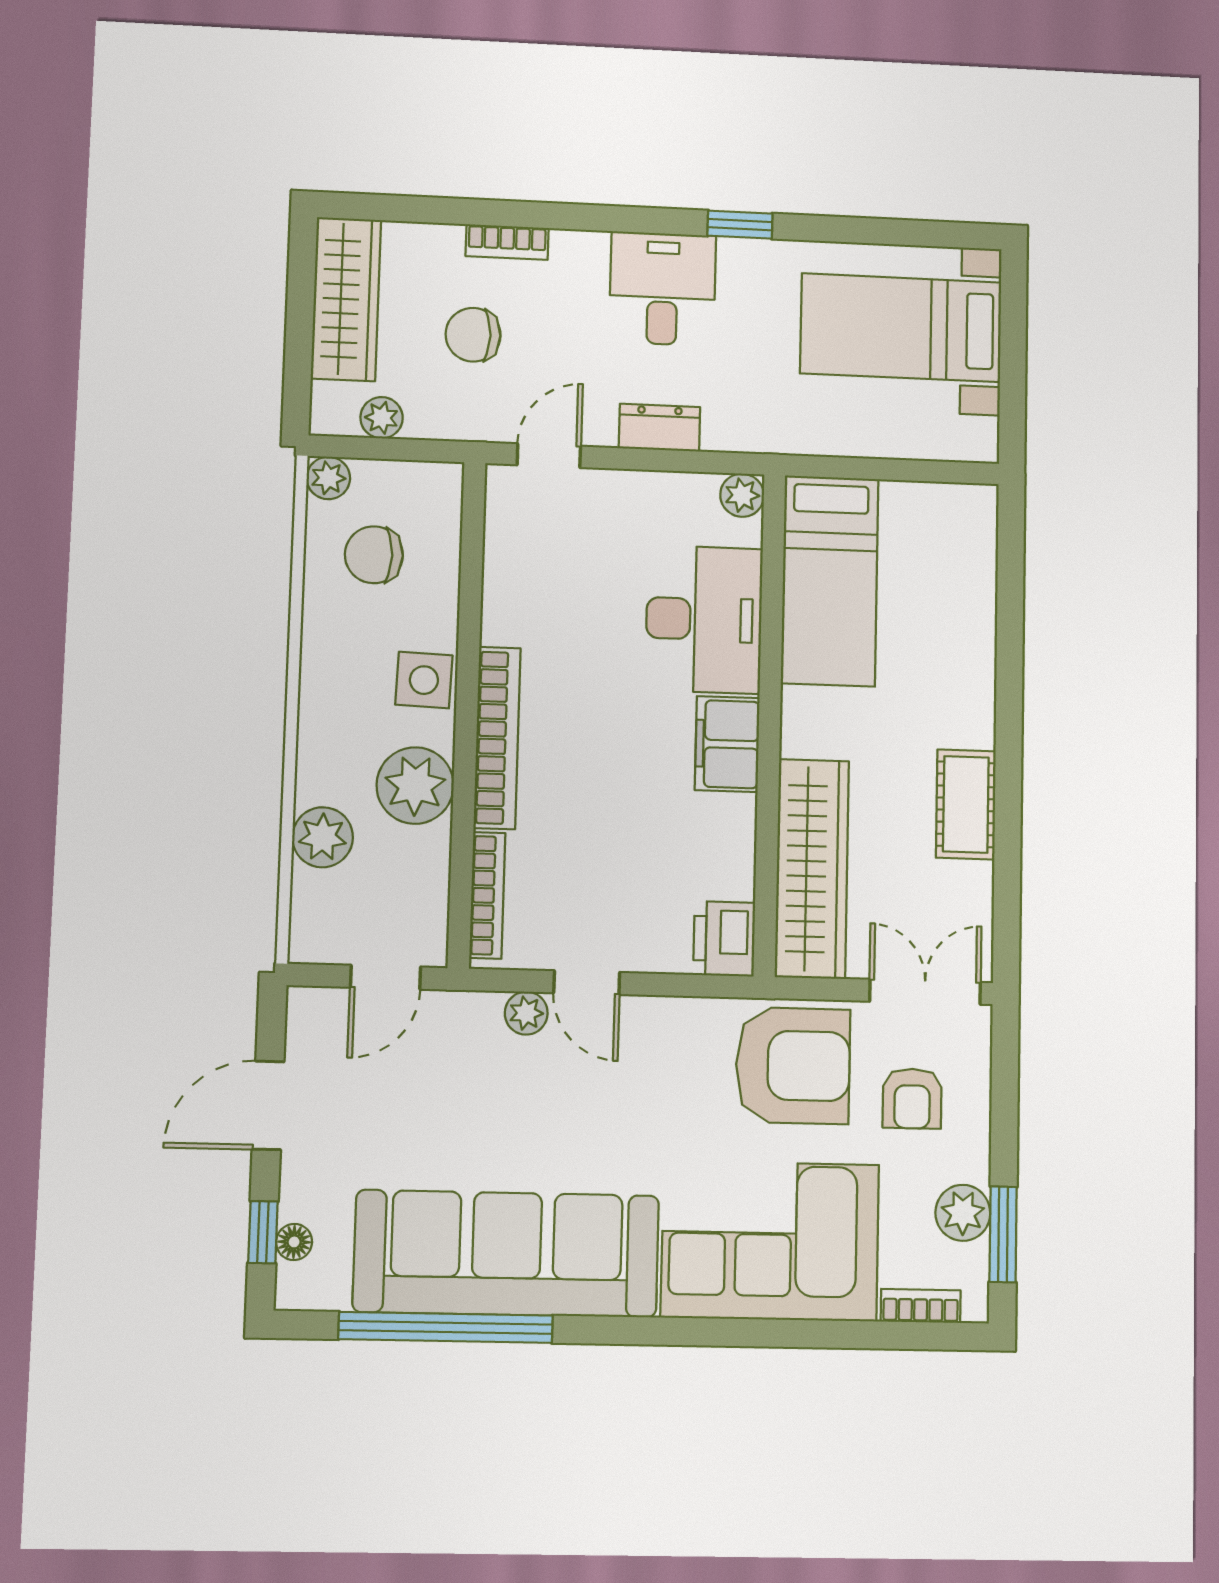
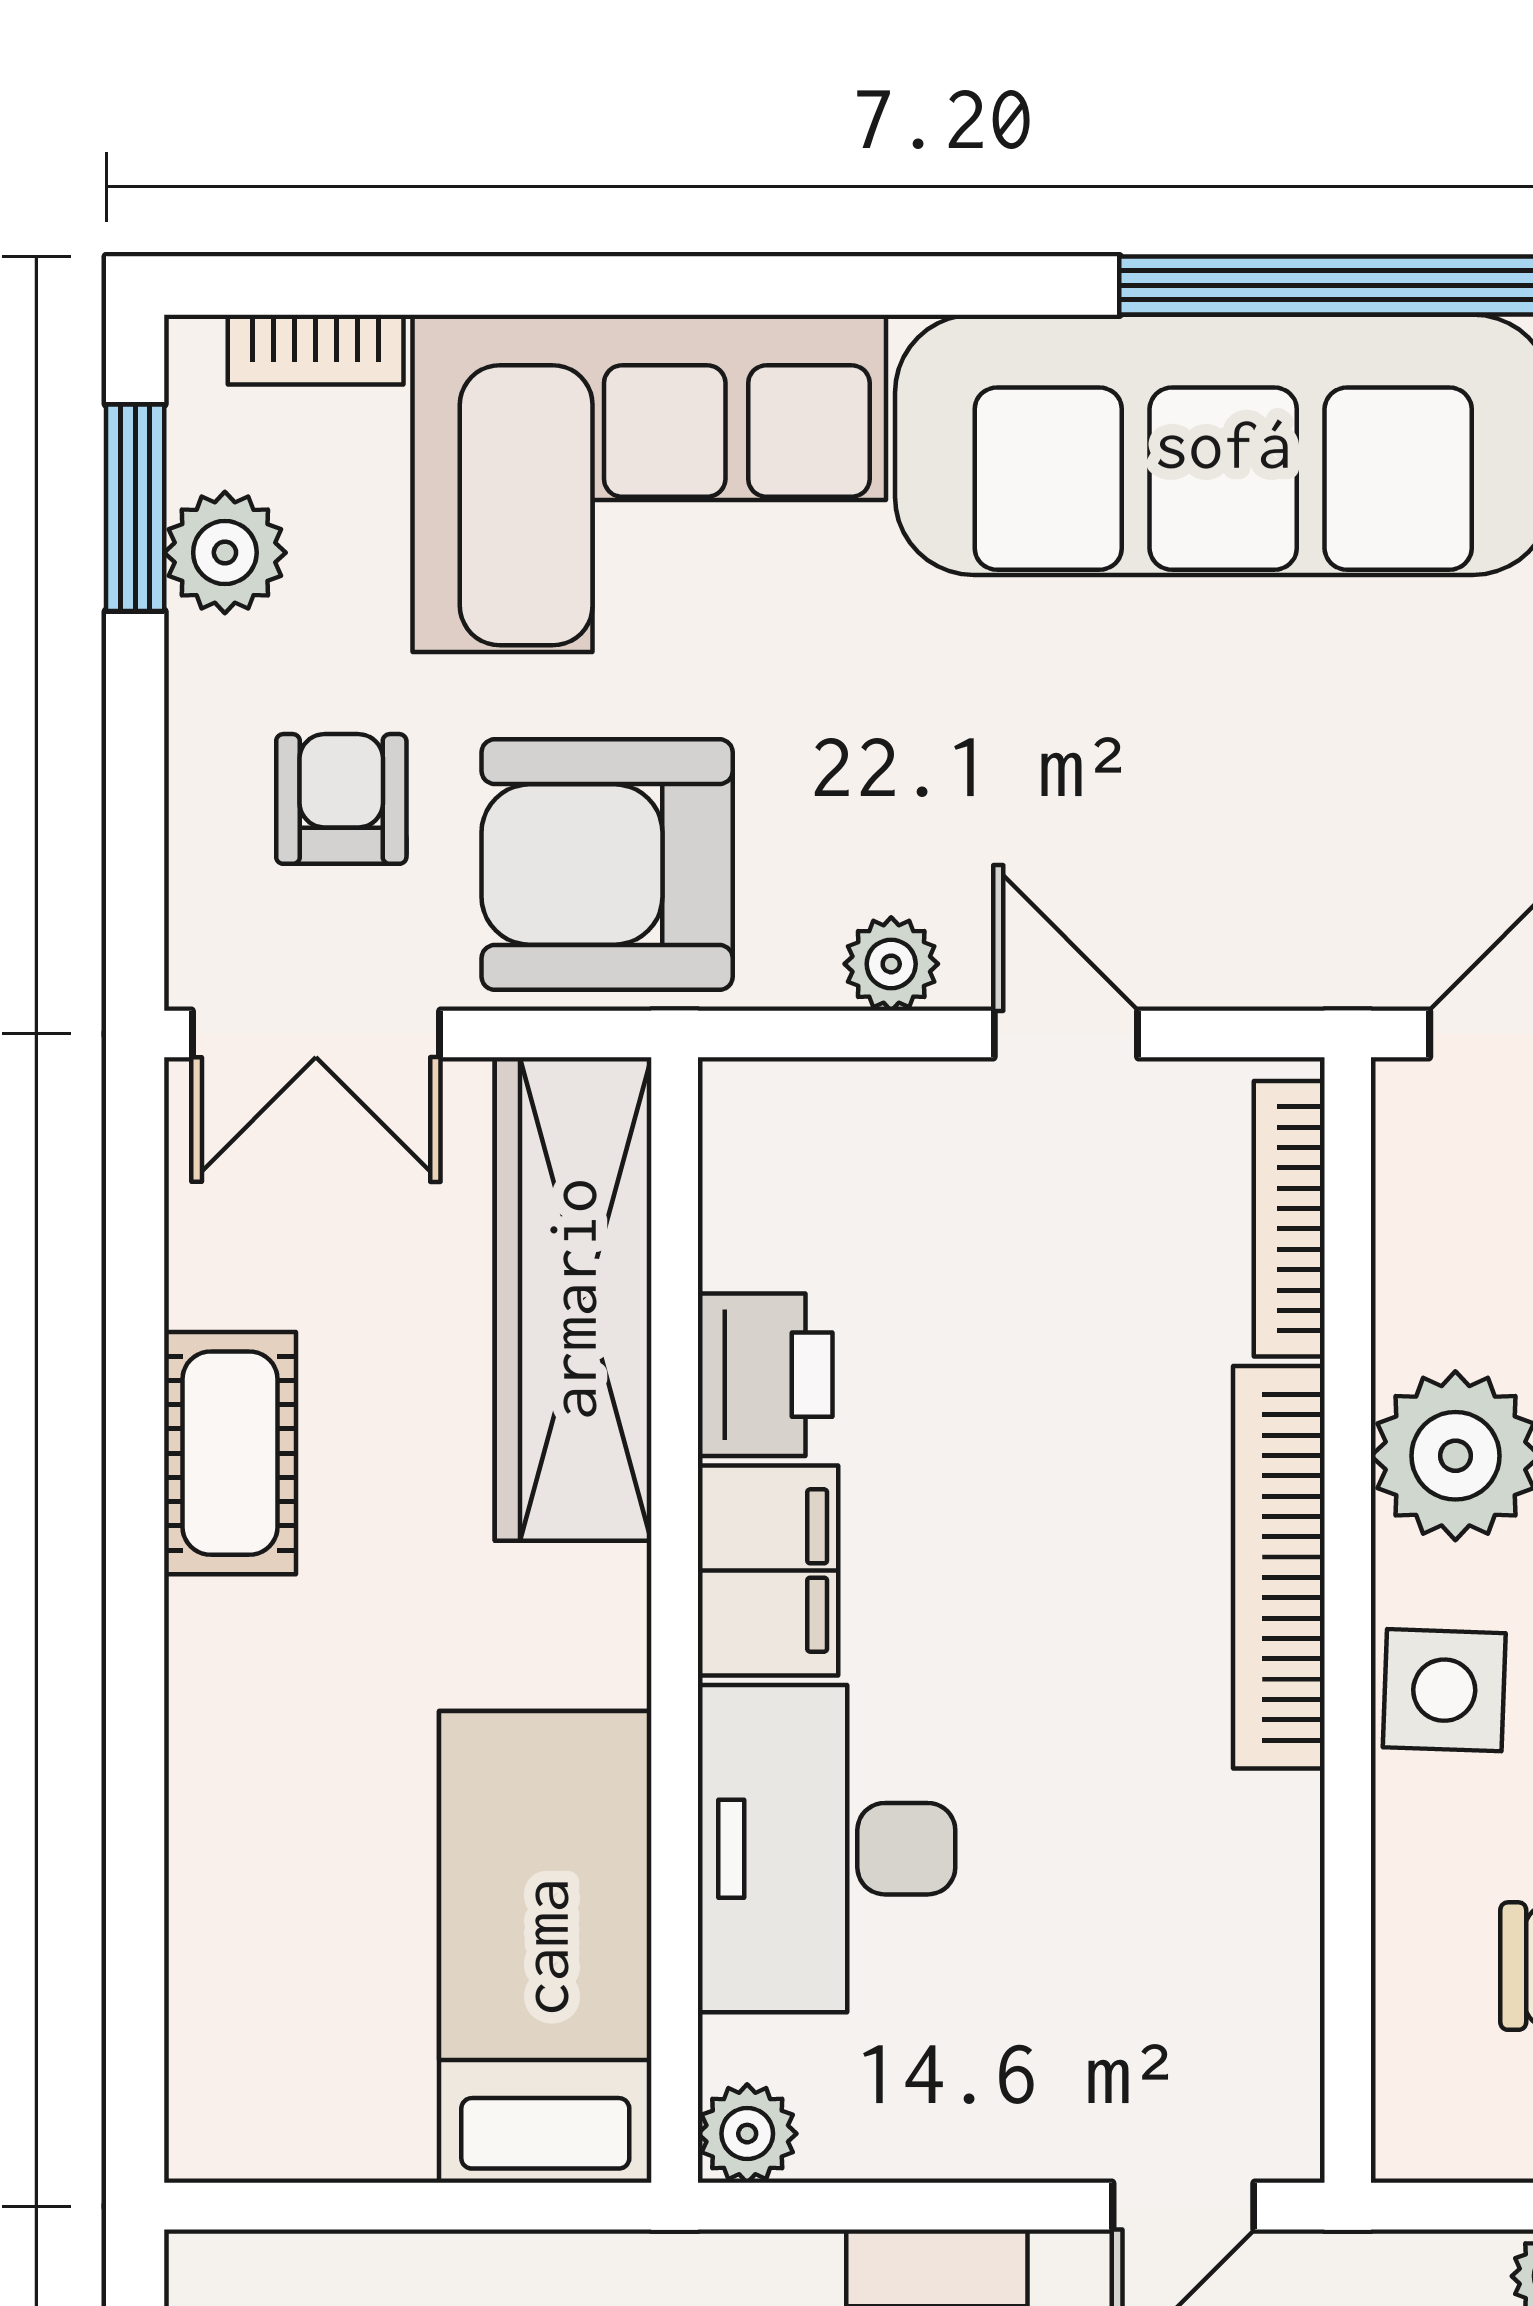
printer: (724, 939) -> (765, 1375), moved
plant: (526, 1013) -> (891, 964), moved

